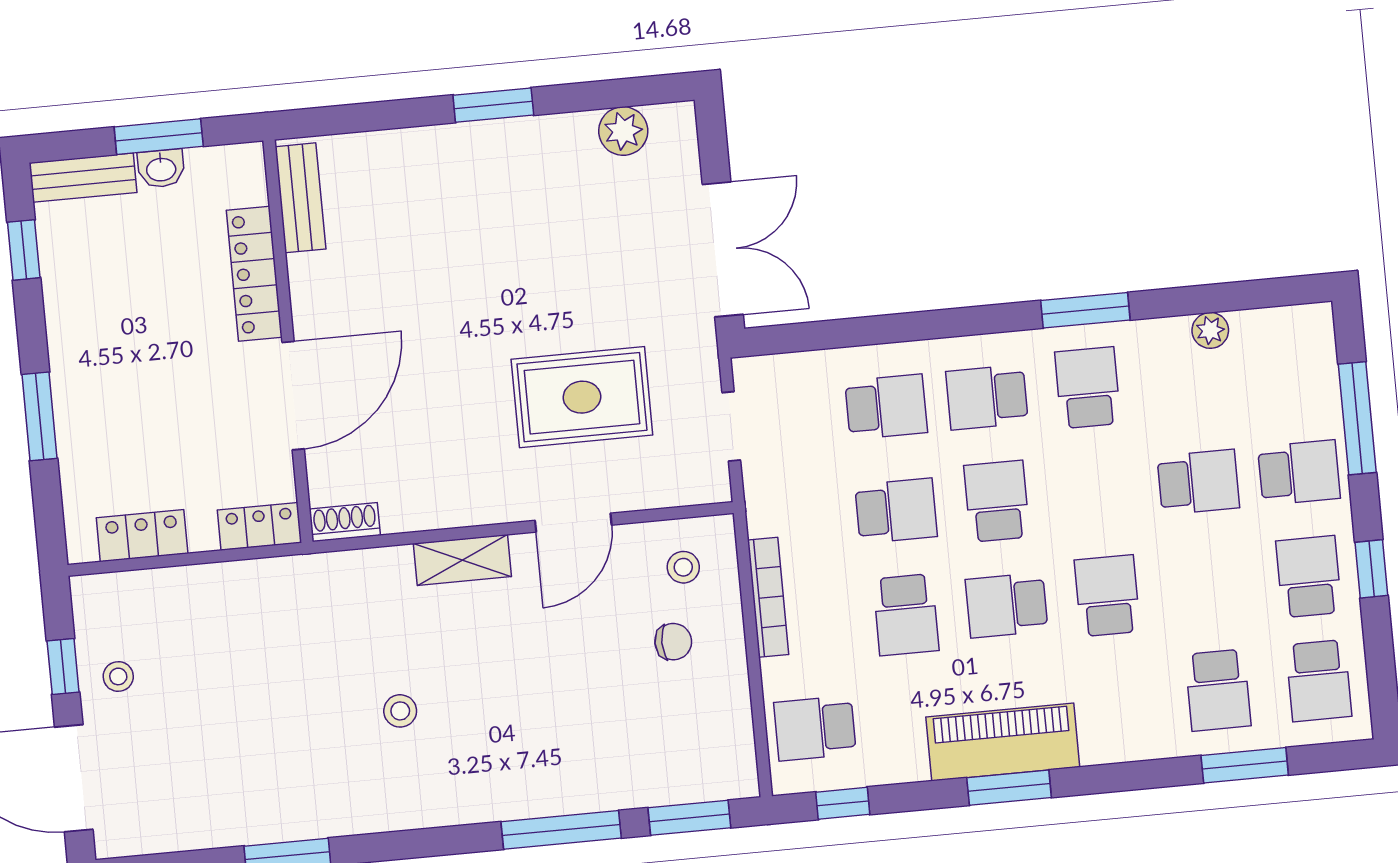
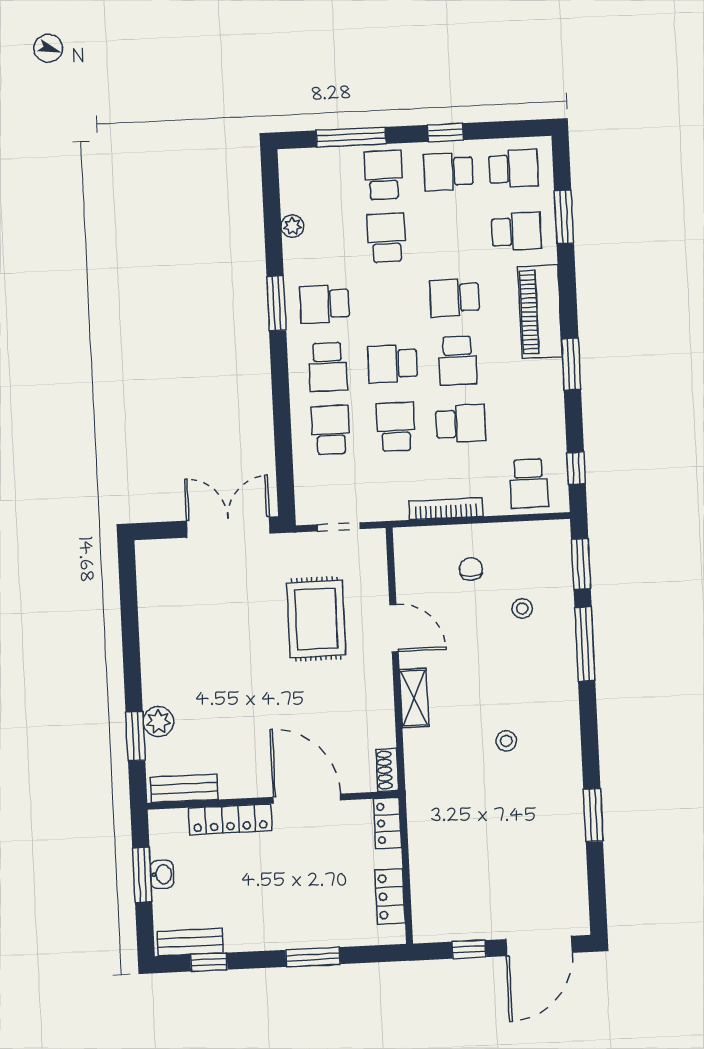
window: (493, 105) -> (135, 736), moved
plant: (623, 131) -> (158, 722), moved
bench: (83, 178) -> (190, 942), moved, turned 90
stool: (683, 567) -> (522, 609), moved
stool: (118, 676) -> (477, 915), removed
piano: (1003, 742) -> (540, 312), moved

